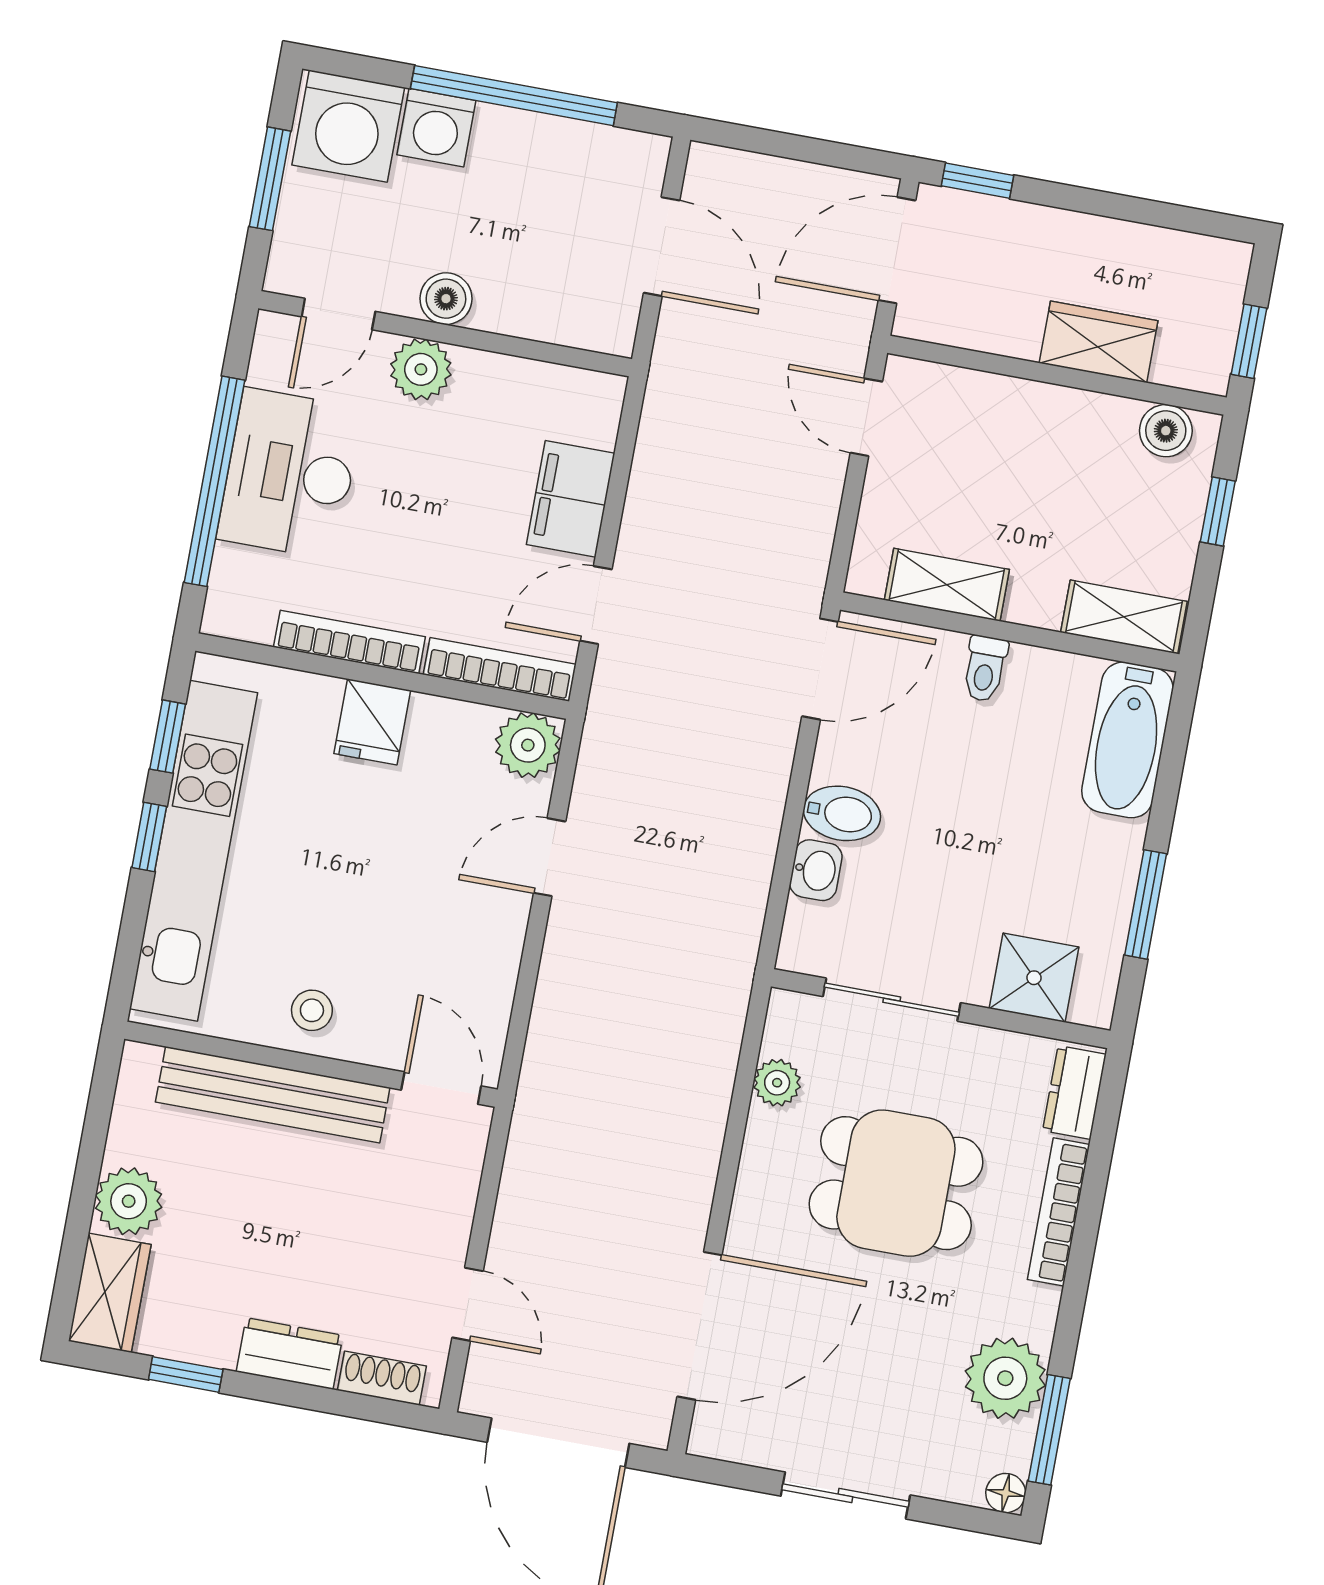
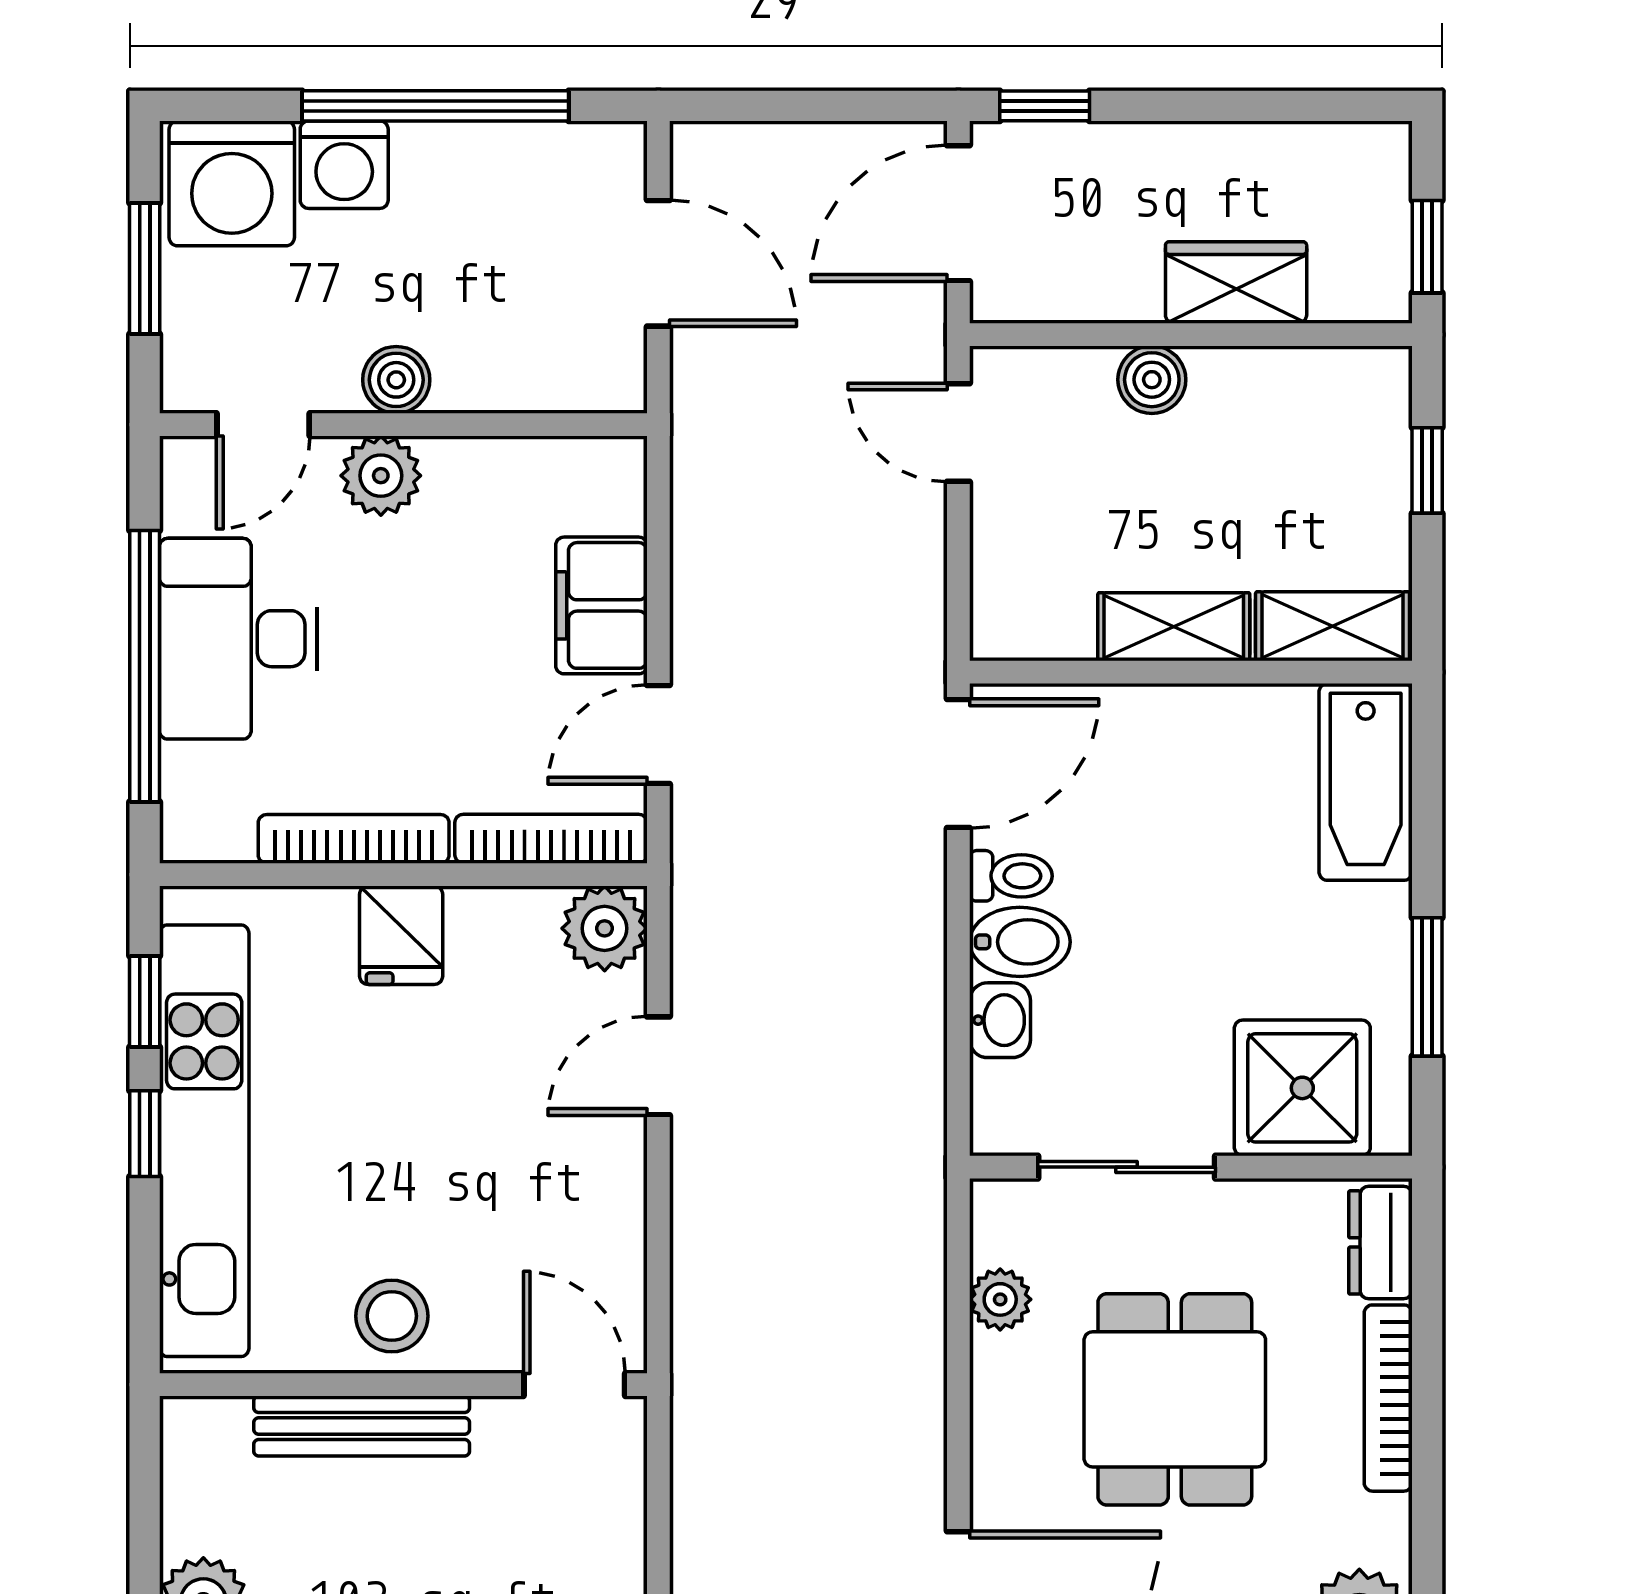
boiler: (1166, 431) -> (1152, 380), moved
shelving: (947, 585) -> (1174, 627), moved
toilet: (985, 669) -> (1011, 876), moved, turned -90
shower: (1034, 978) -> (1302, 1088), width x1.36, depth x1.36
stool: (312, 1010) -> (392, 1316), width x1.37, depth x1.37
bench: (273, 1095) -> (362, 1426), width x0.73, depth x0.82
dining table: (896, 1183) -> (1175, 1399), turned 90

